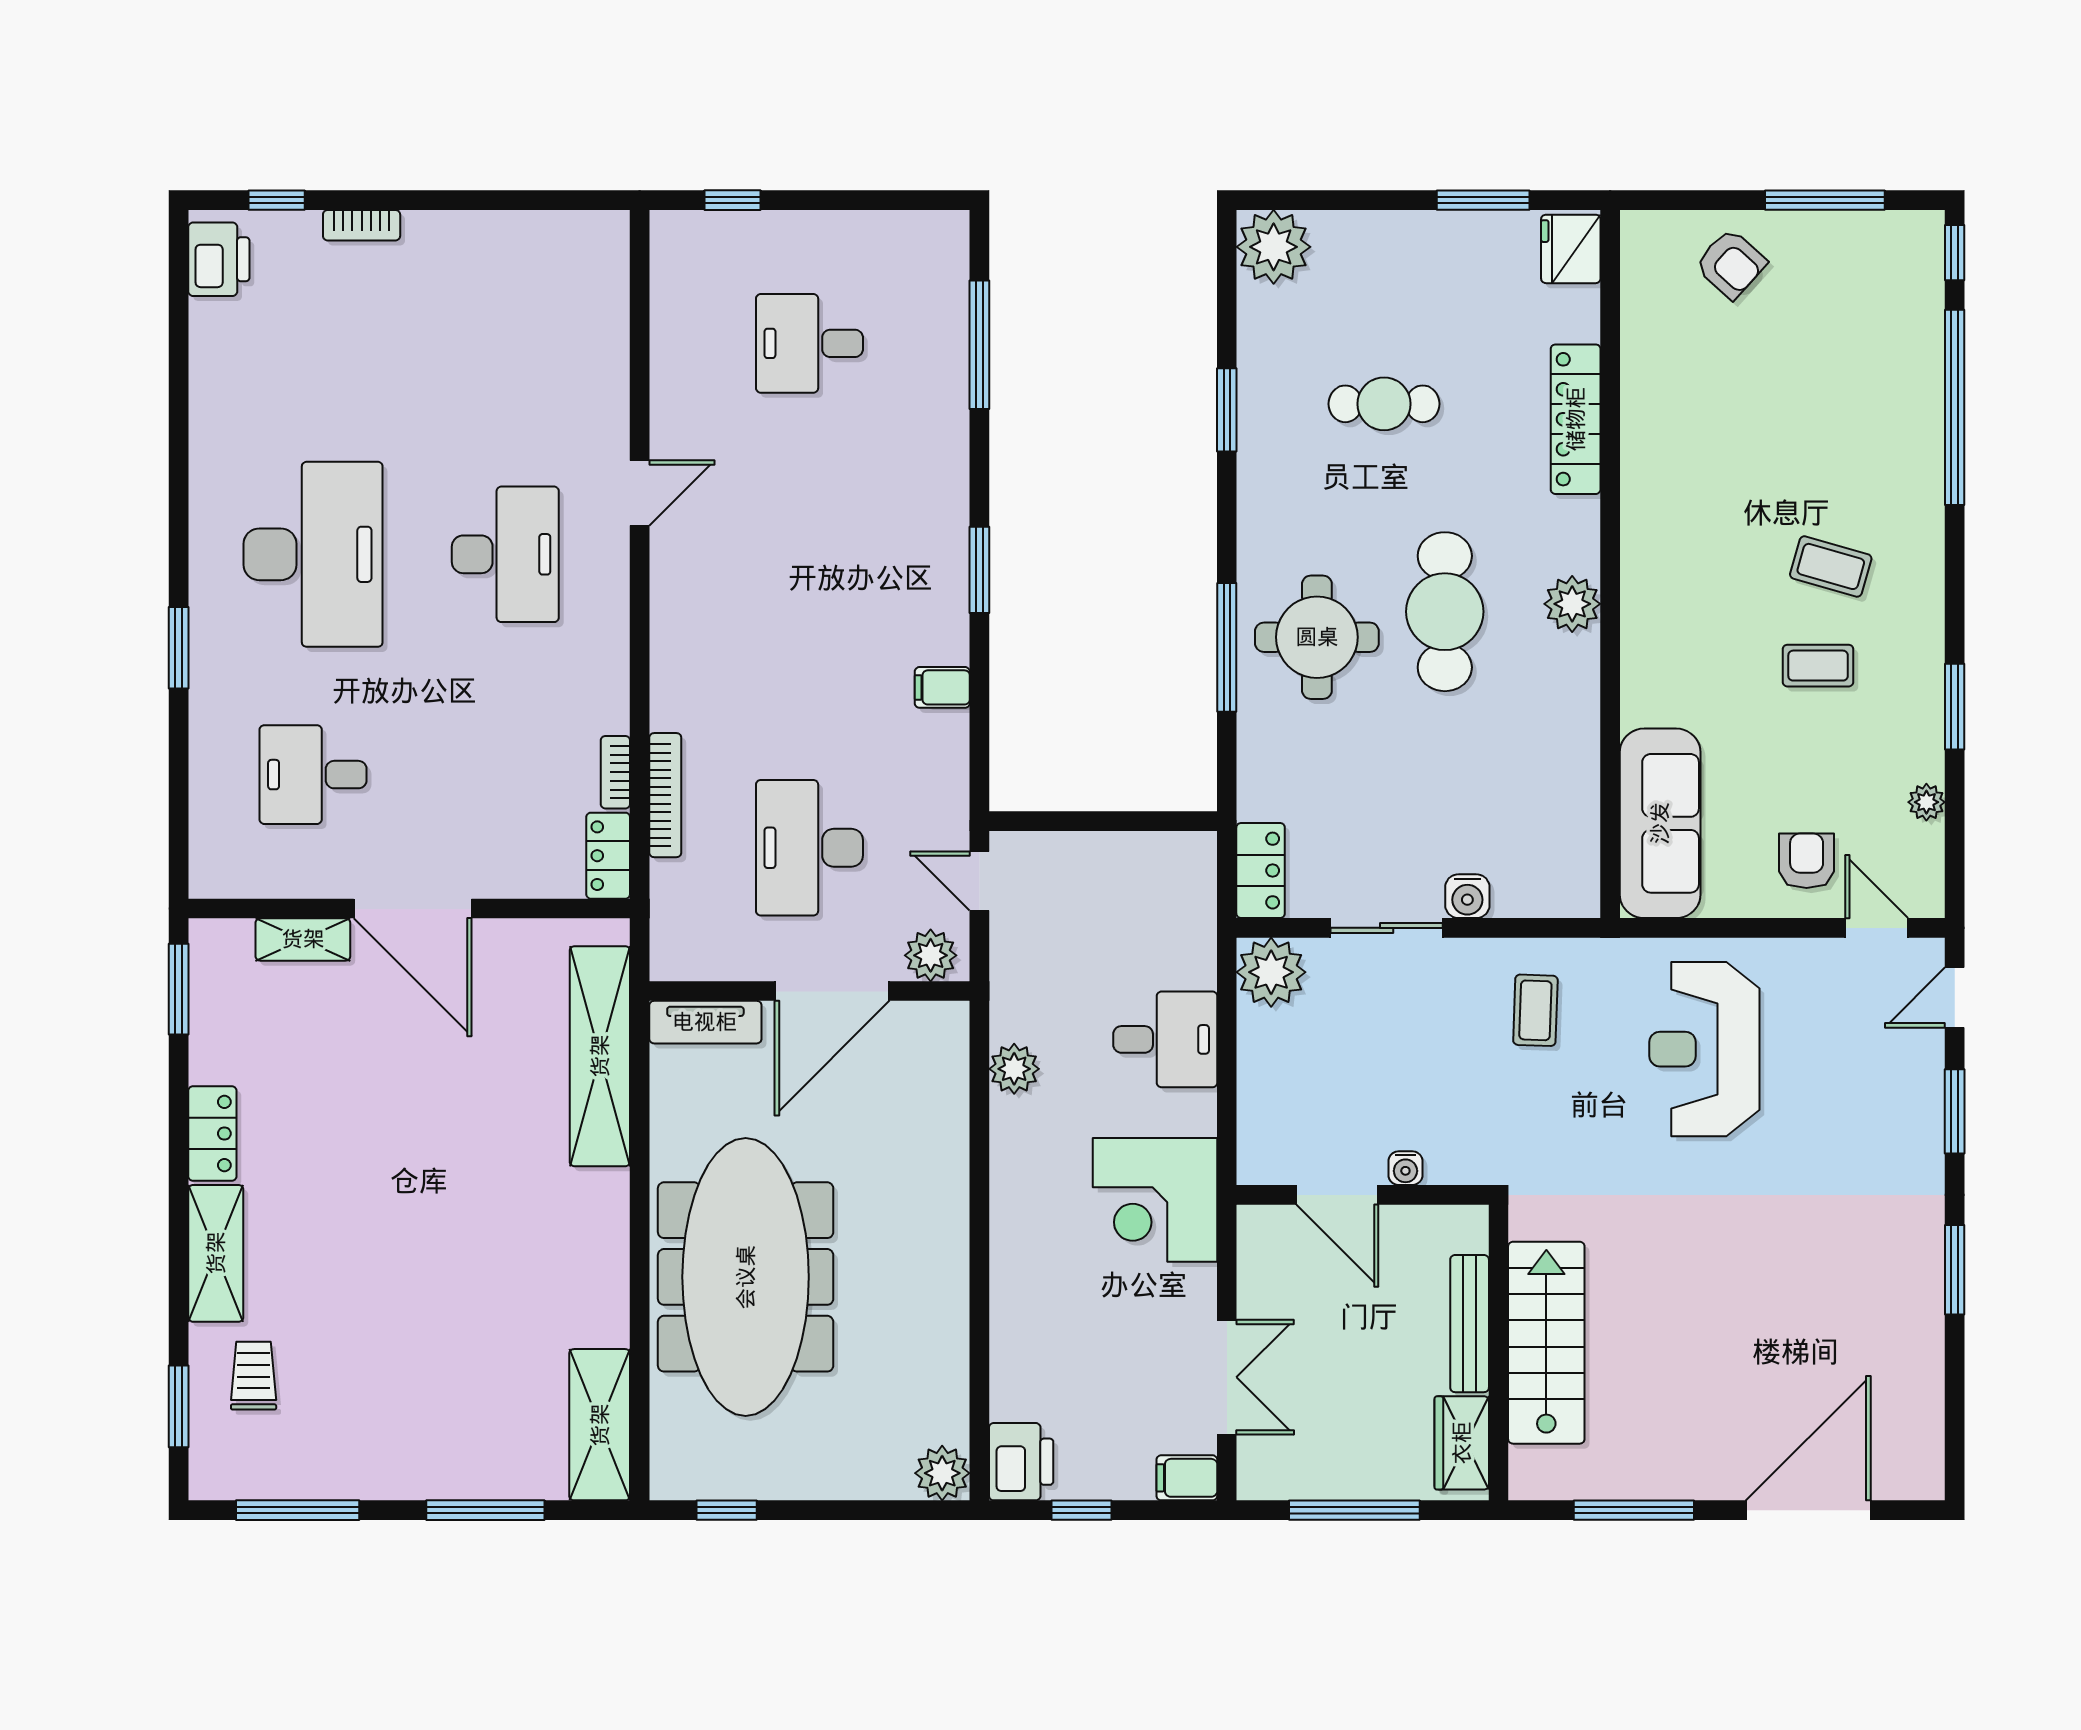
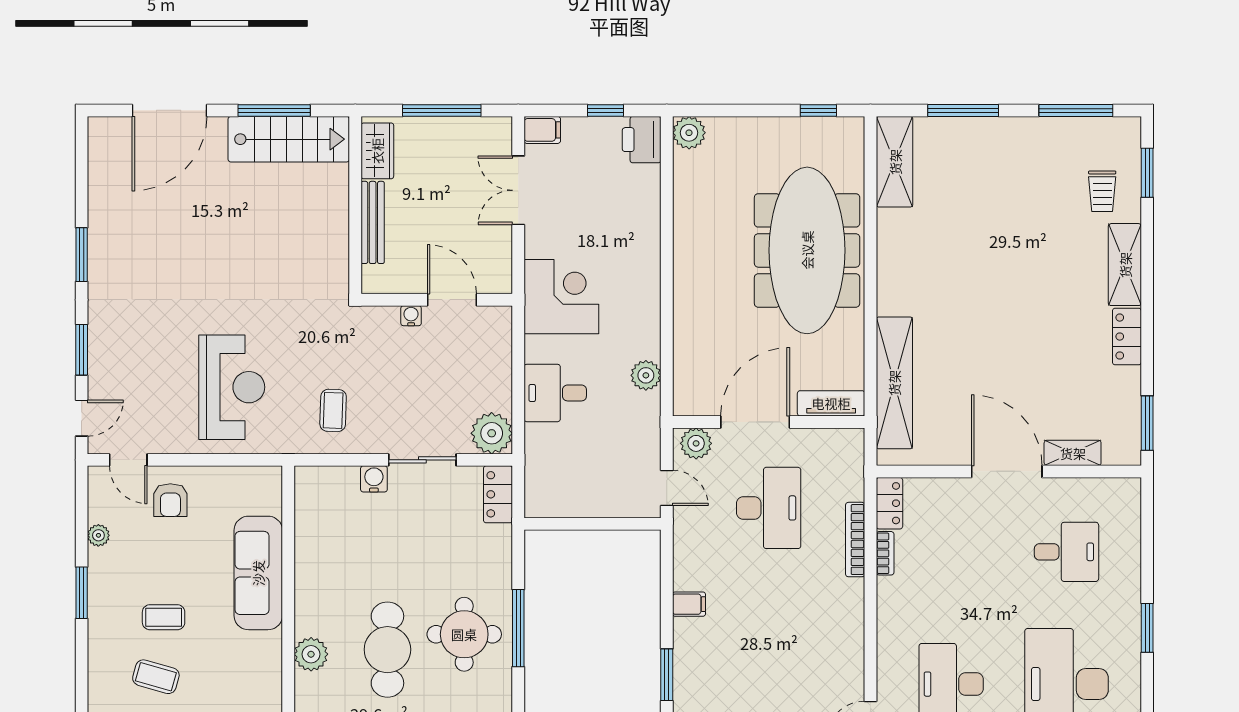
sofa: (1660, 823) -> (258, 573), moved
stairs: (1546, 1343) -> (289, 139), moved, turned -90

